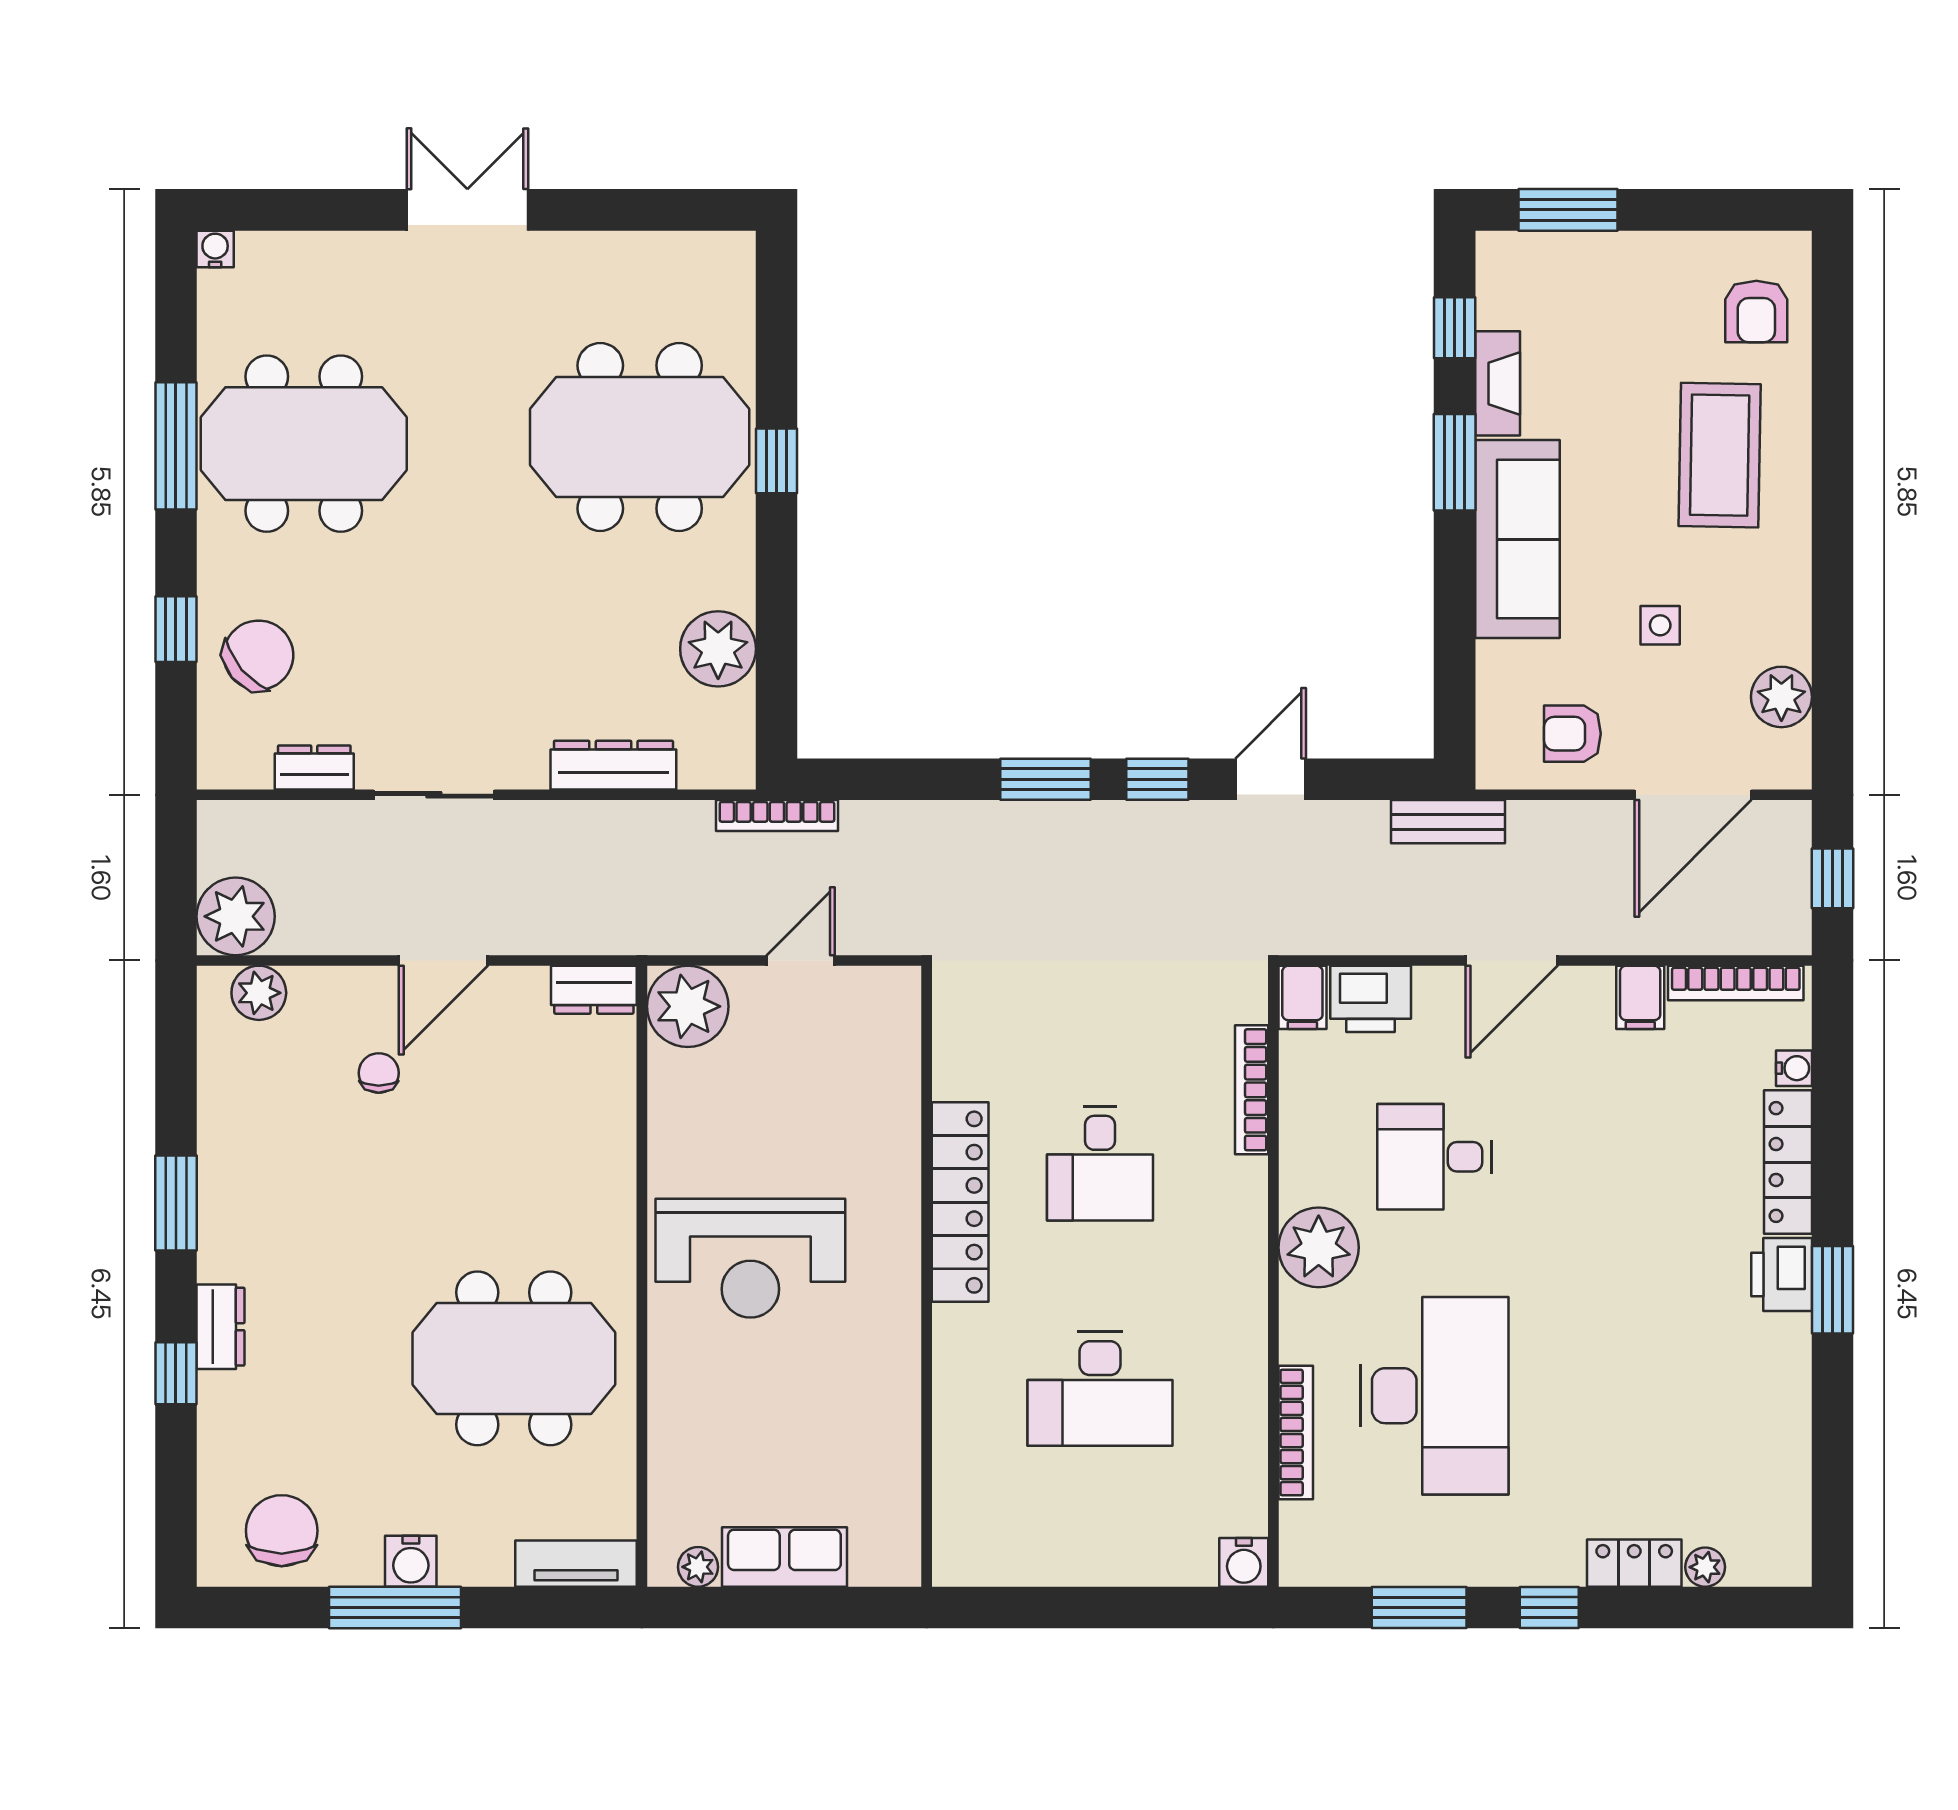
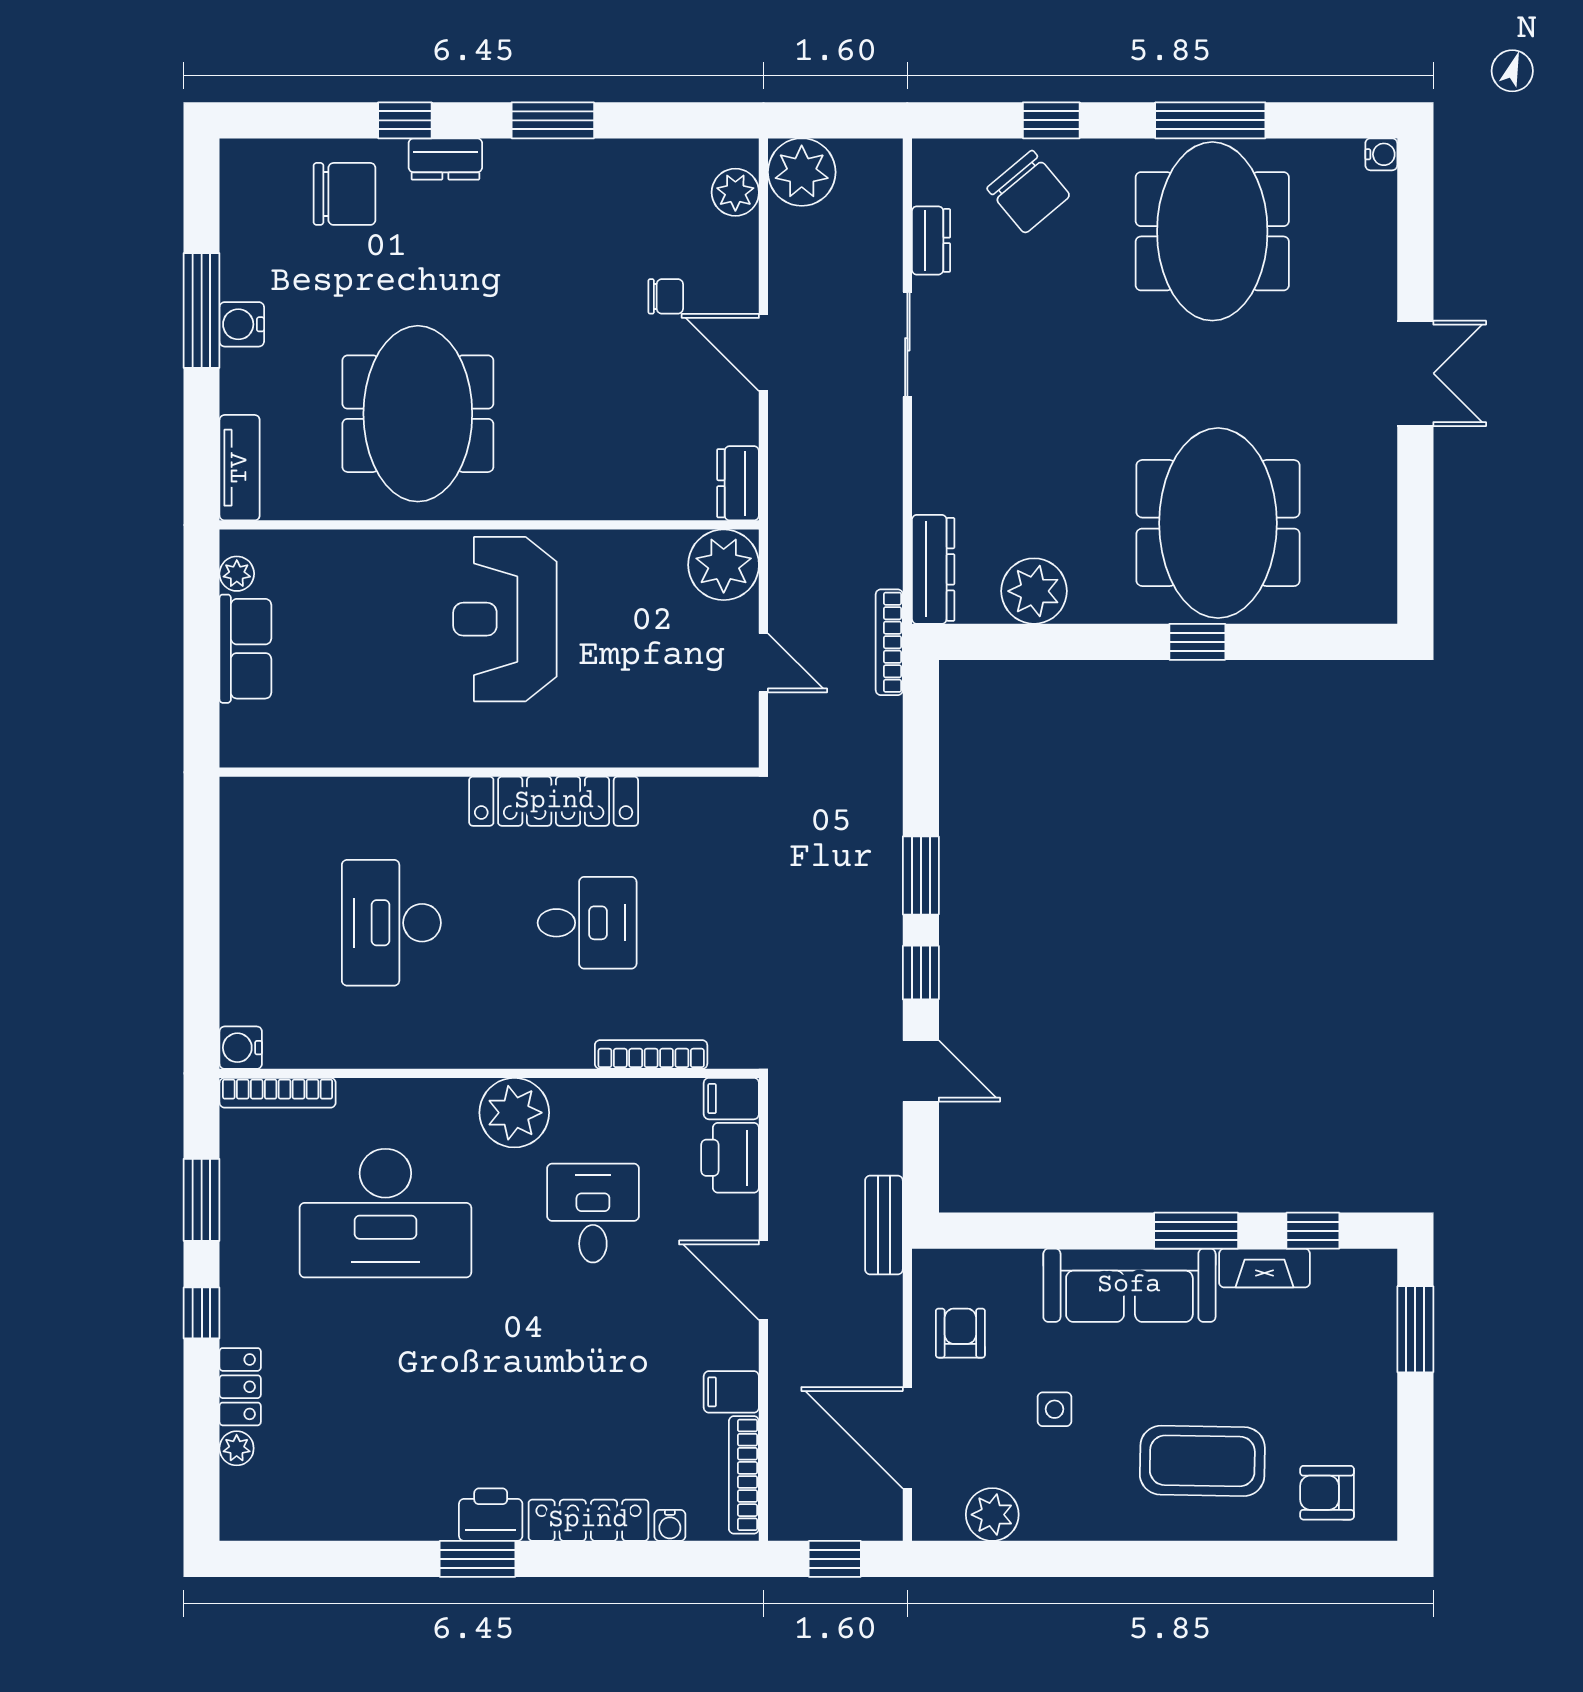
dresser: (613, 765) -> (933, 569), moved
desk: (1100, 1164) -> (587, 923), turned 180
bookcase: (1296, 1433) -> (278, 1093), moved
chair: (282, 1531) -> (344, 194), moved

